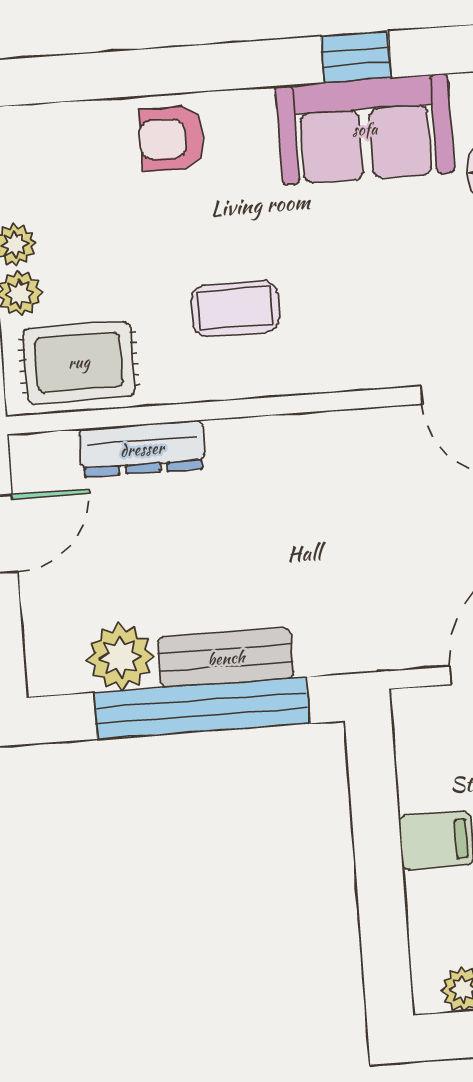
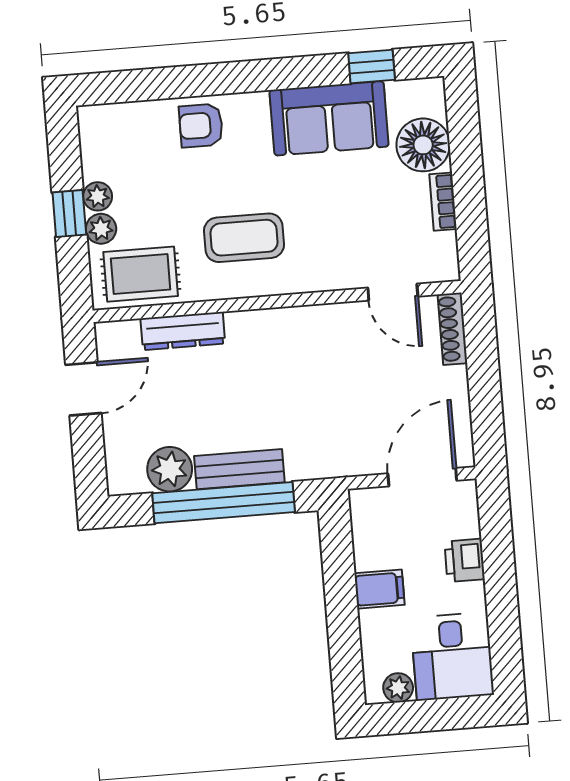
window: (356, 57) -> (372, 66), moved
coffee table: (235, 309) -> (244, 238), width x1.36, depth x1.30

